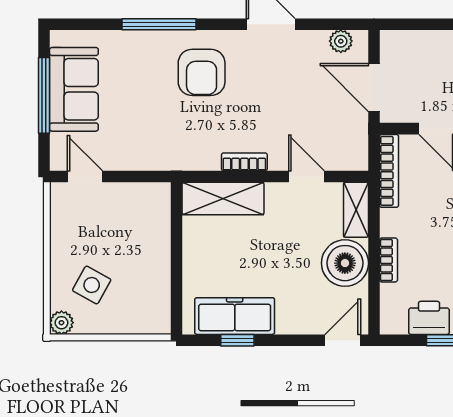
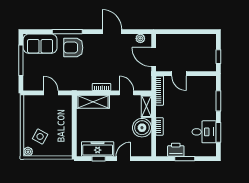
armchair: (202, 72) -> (73, 48), moved, turned 90
sofa: (74, 89) -> (40, 44), moved, turned 90
door: (85, 177) -> (51, 93), moved
door: (343, 340) -> (123, 159), moved

